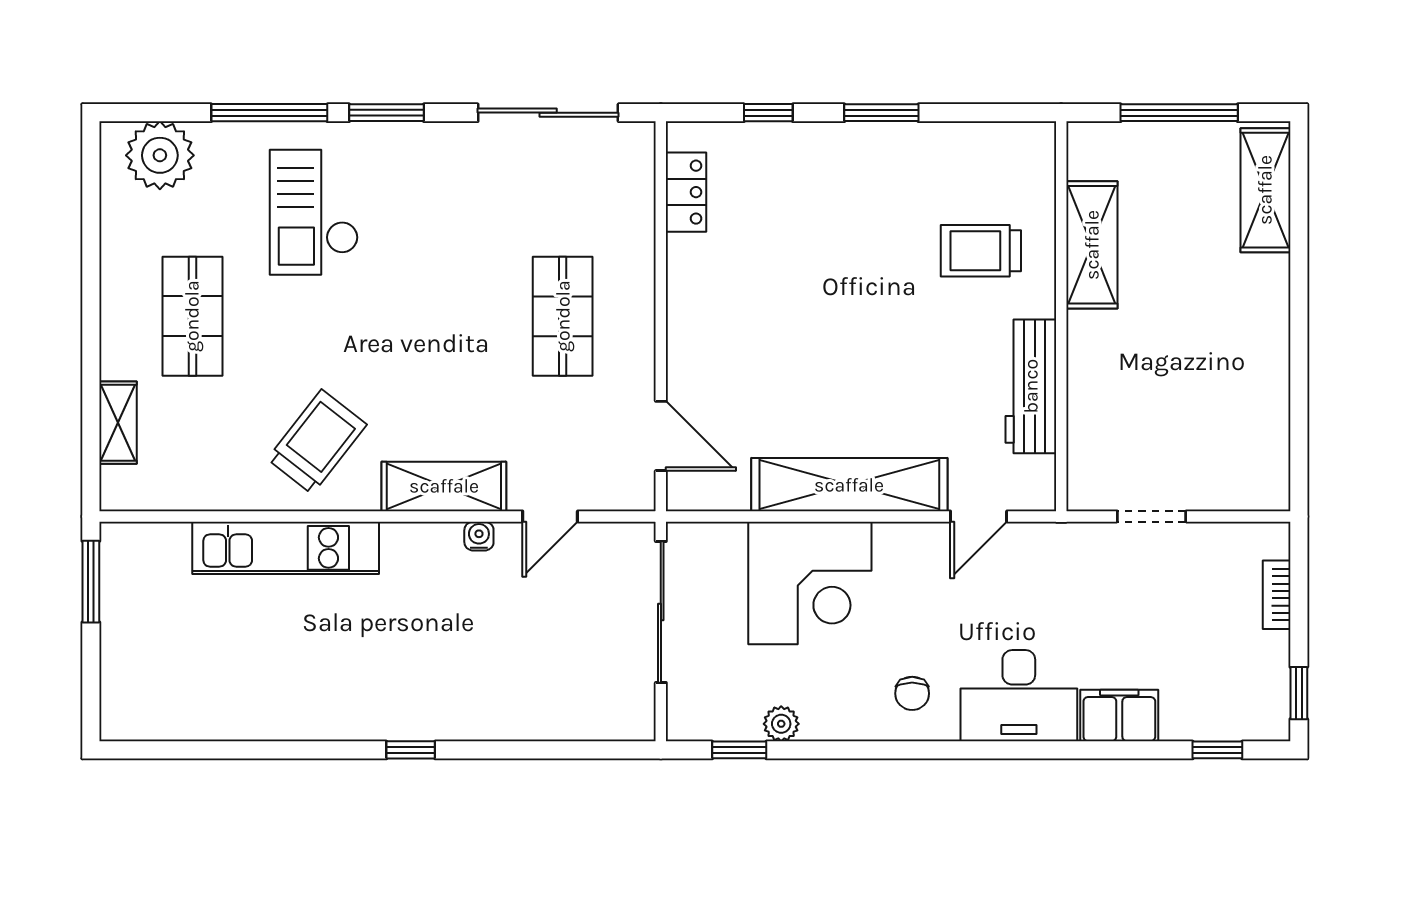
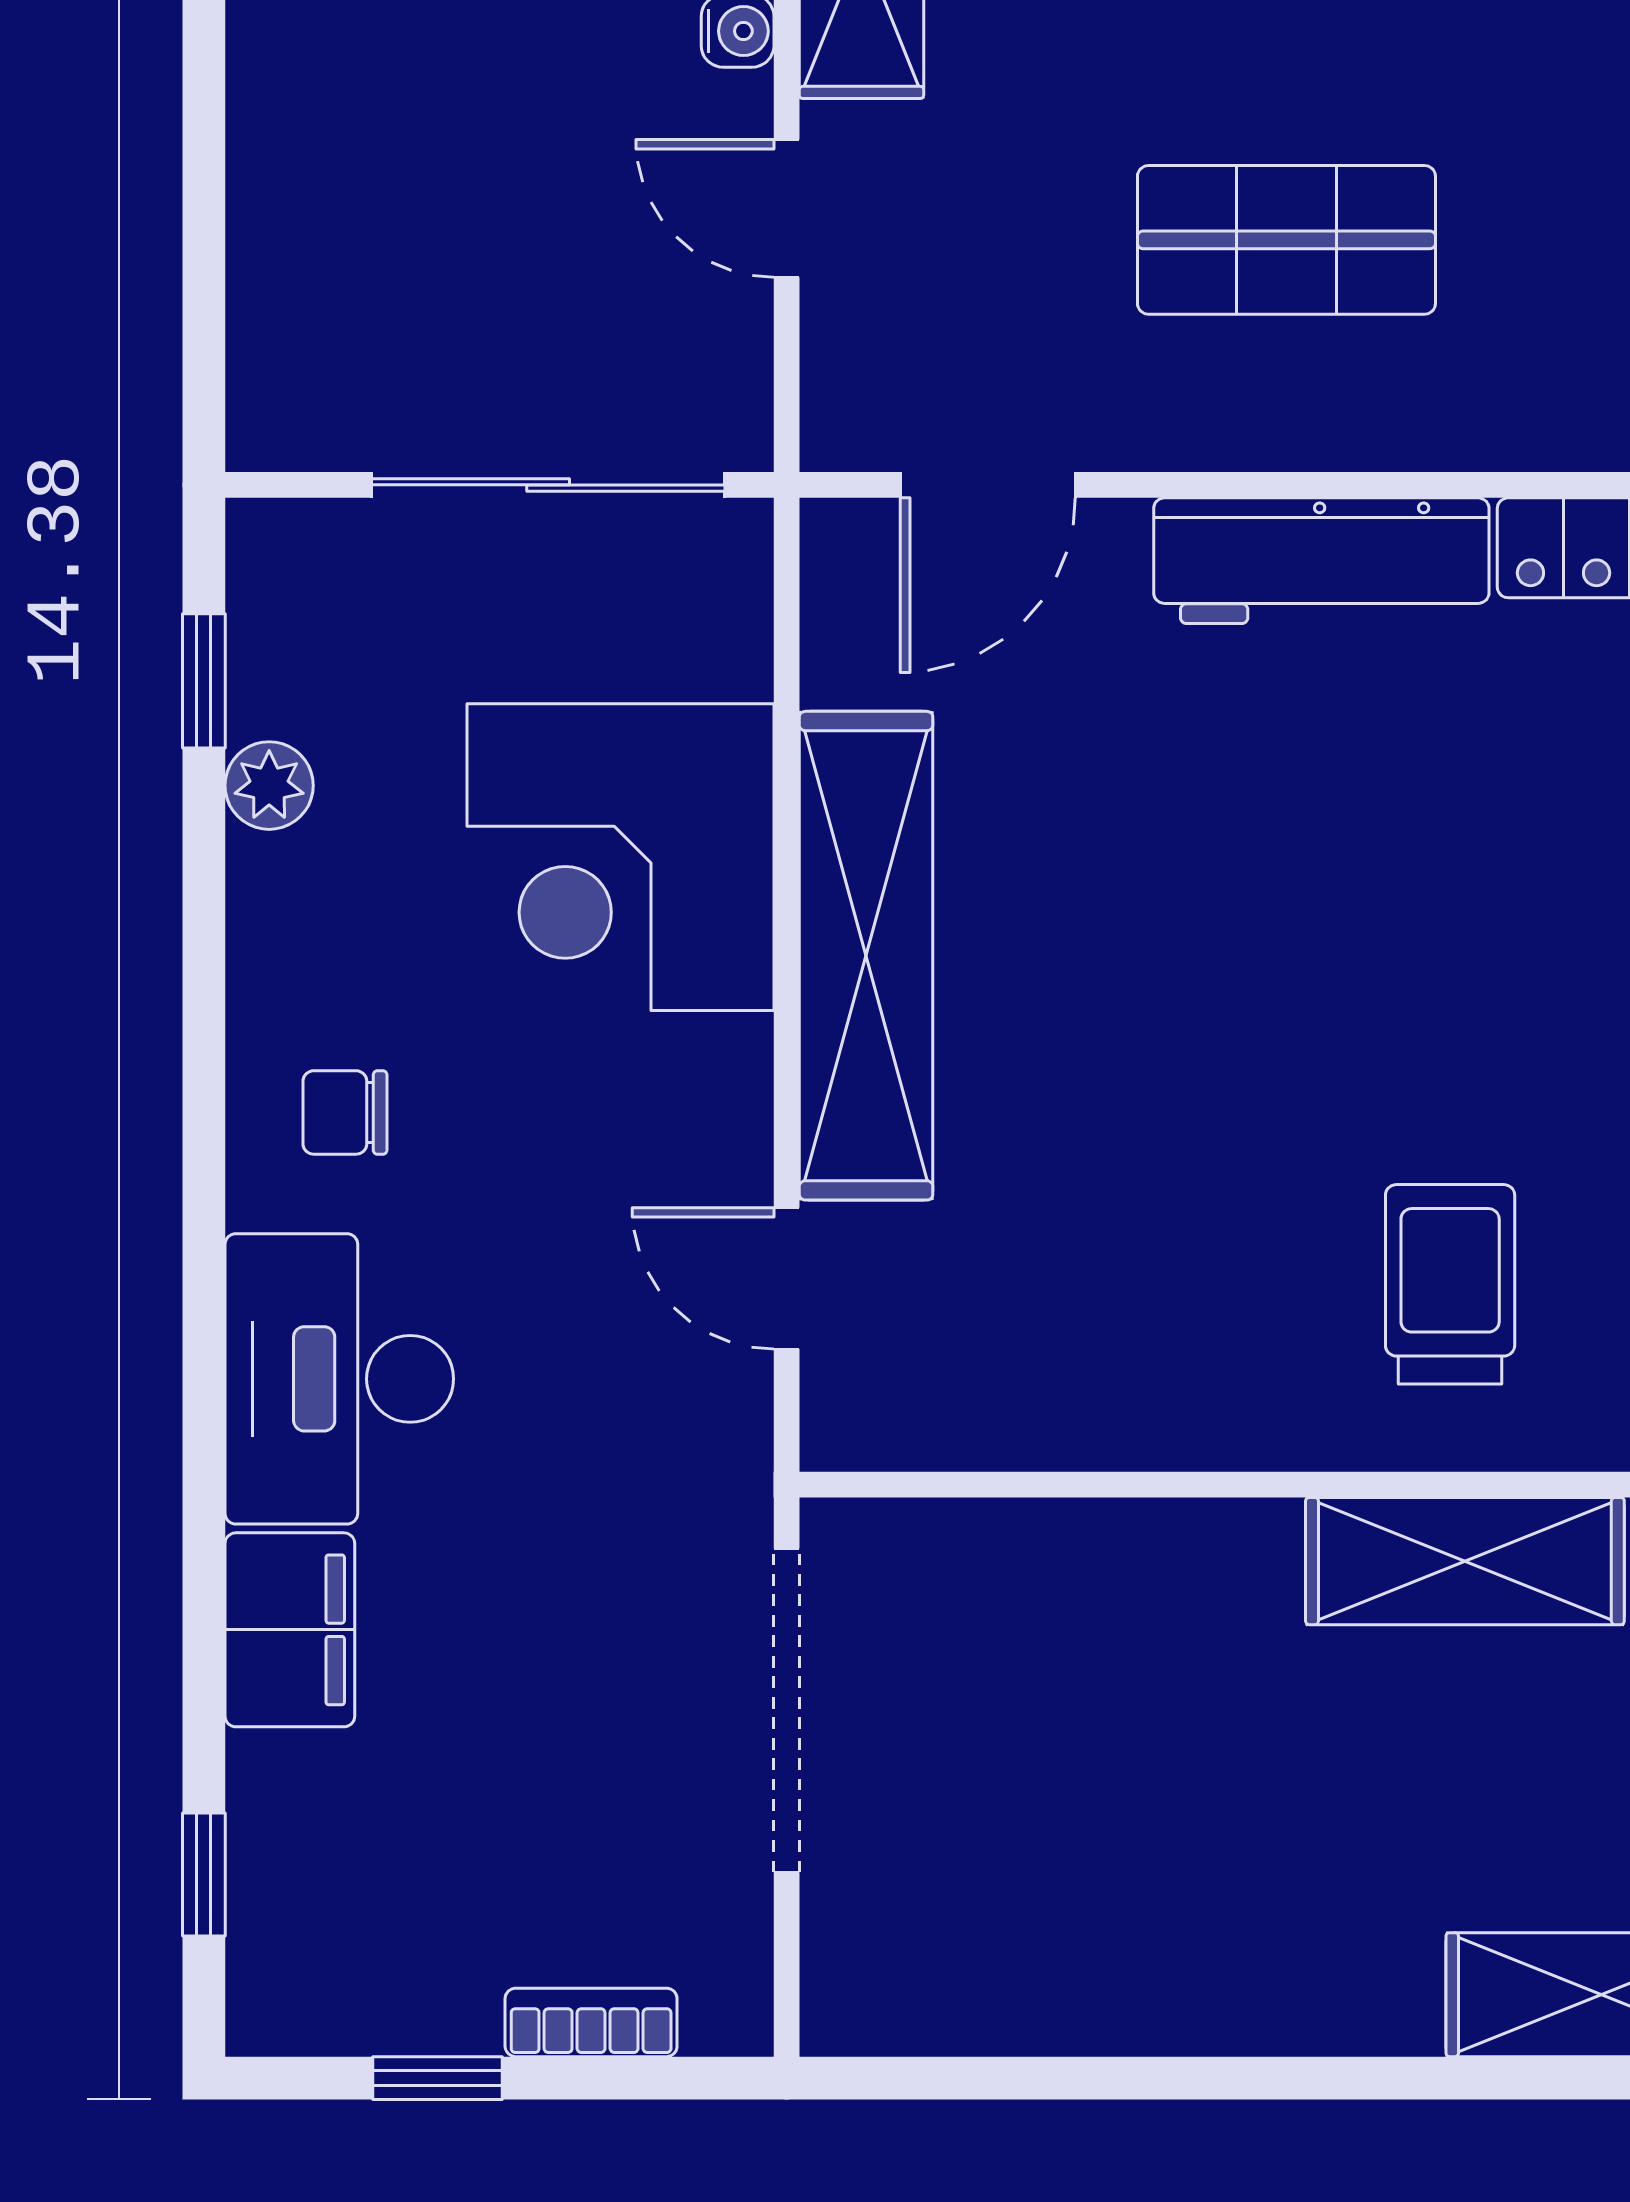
workbench: (1031, 386) -> (1321, 561), moved, turned 180
doorway: (1152, 516) -> (787, 1710), width x1.88
window: (1299, 693) -> (437, 2078), moved

